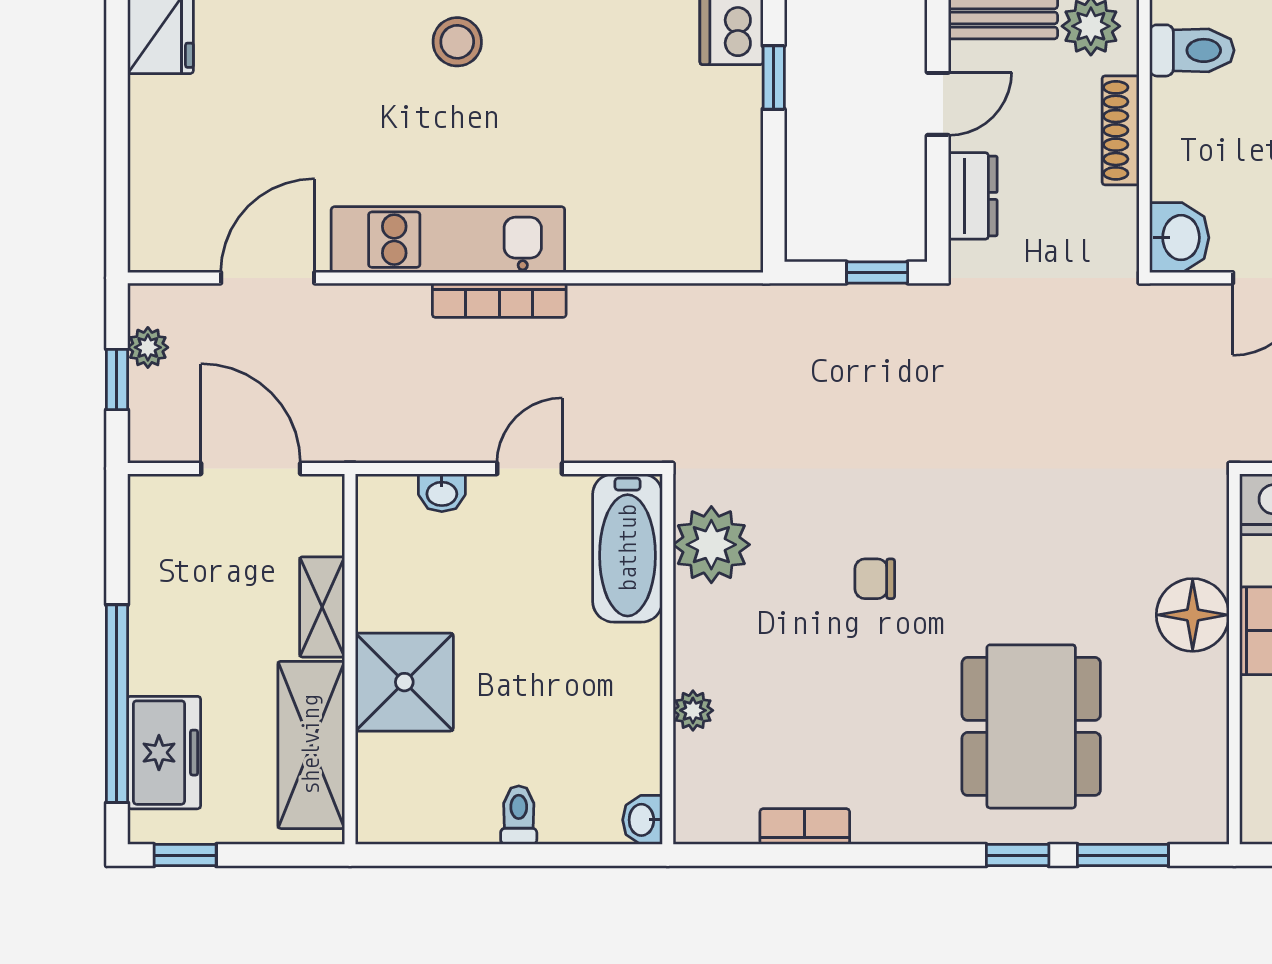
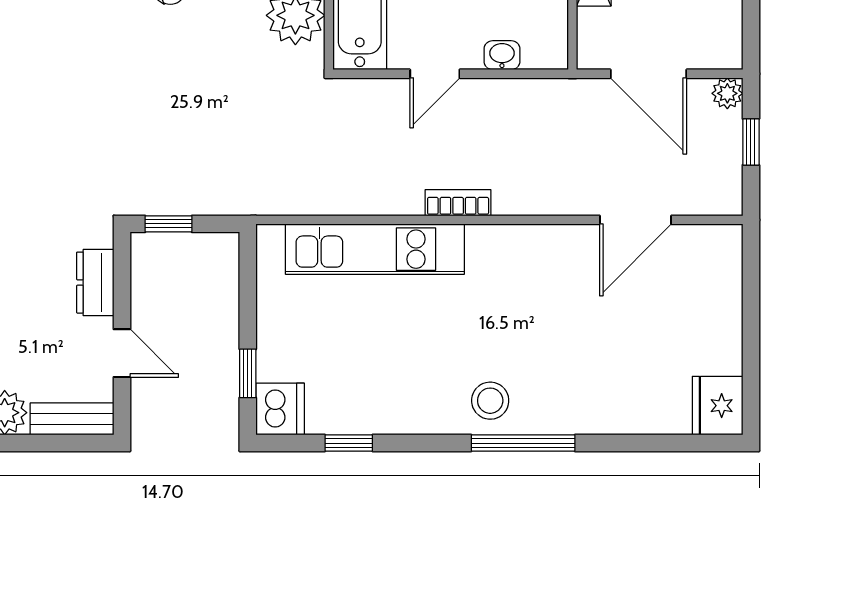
door: (938, 104) -> (122, 353), swing flipped
kitchen unit: (448, 240) -> (375, 249), moved
bookcase: (499, 300) -> (458, 203), width x0.64
plant: (148, 347) -> (727, 93), moved

